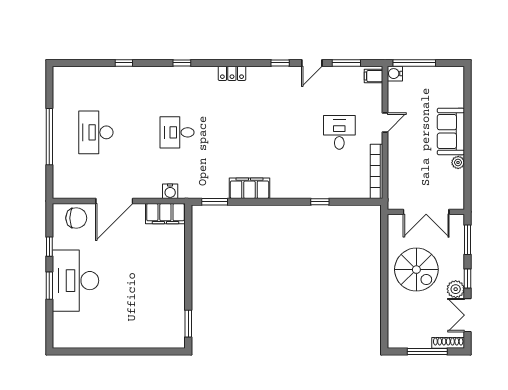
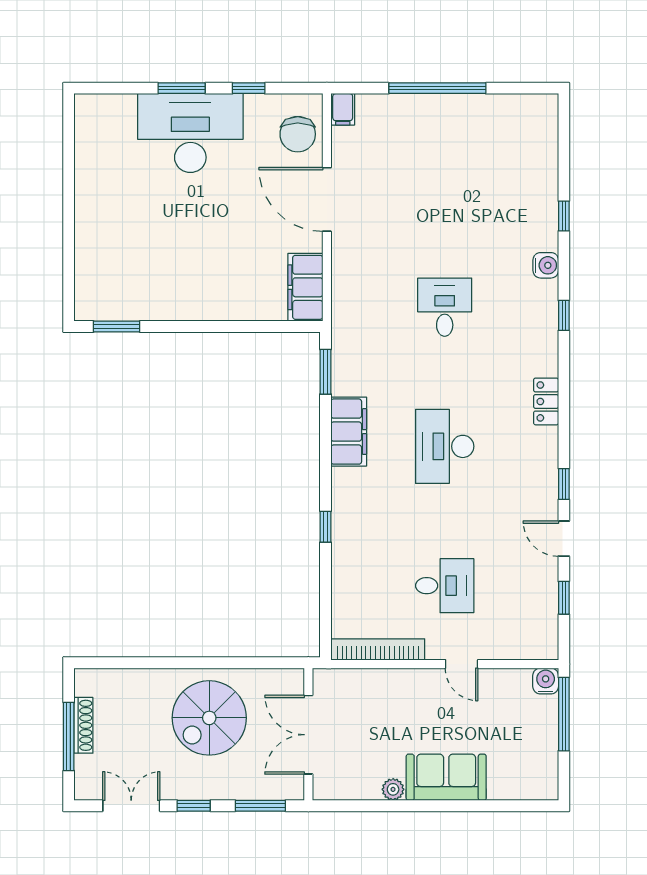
window: (346, 63) -> (564, 598), width x0.67
filing cabinet: (373, 76) -> (343, 109), moved, turned 180
desk: (96, 132) -> (445, 446), moved, turned -90
water cooler: (170, 191) -> (546, 265), moved, turned 180
window: (320, 202) -> (326, 527), moved
plant: (456, 289) -> (176, 785), removed
shoe rack: (448, 343) -> (83, 725), moved

